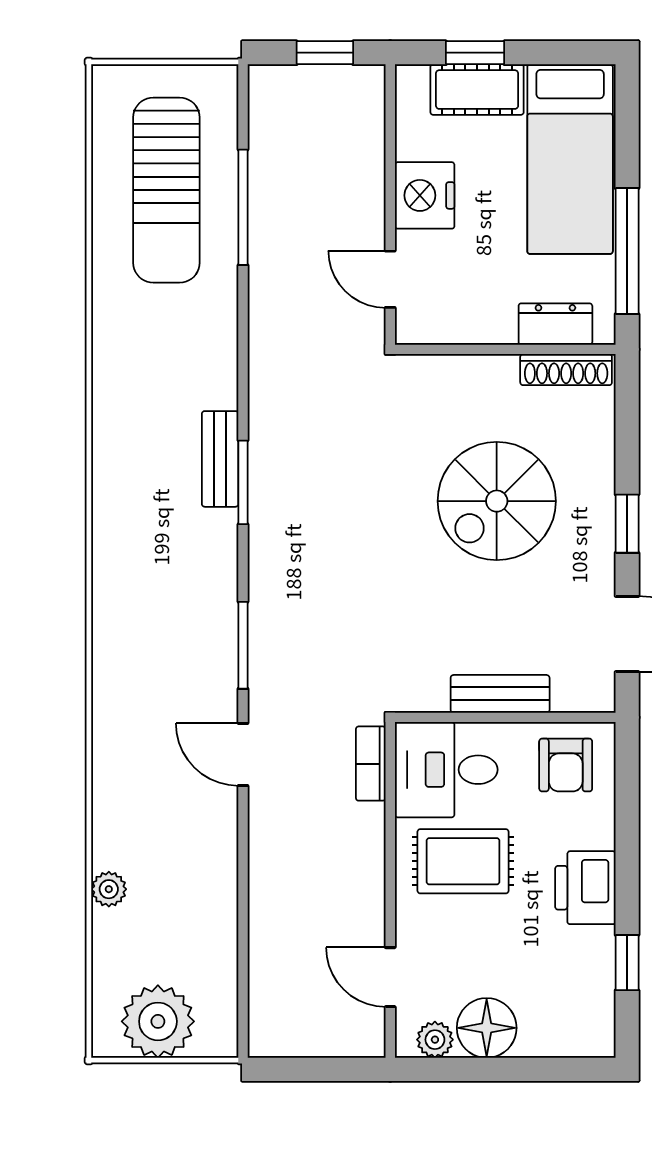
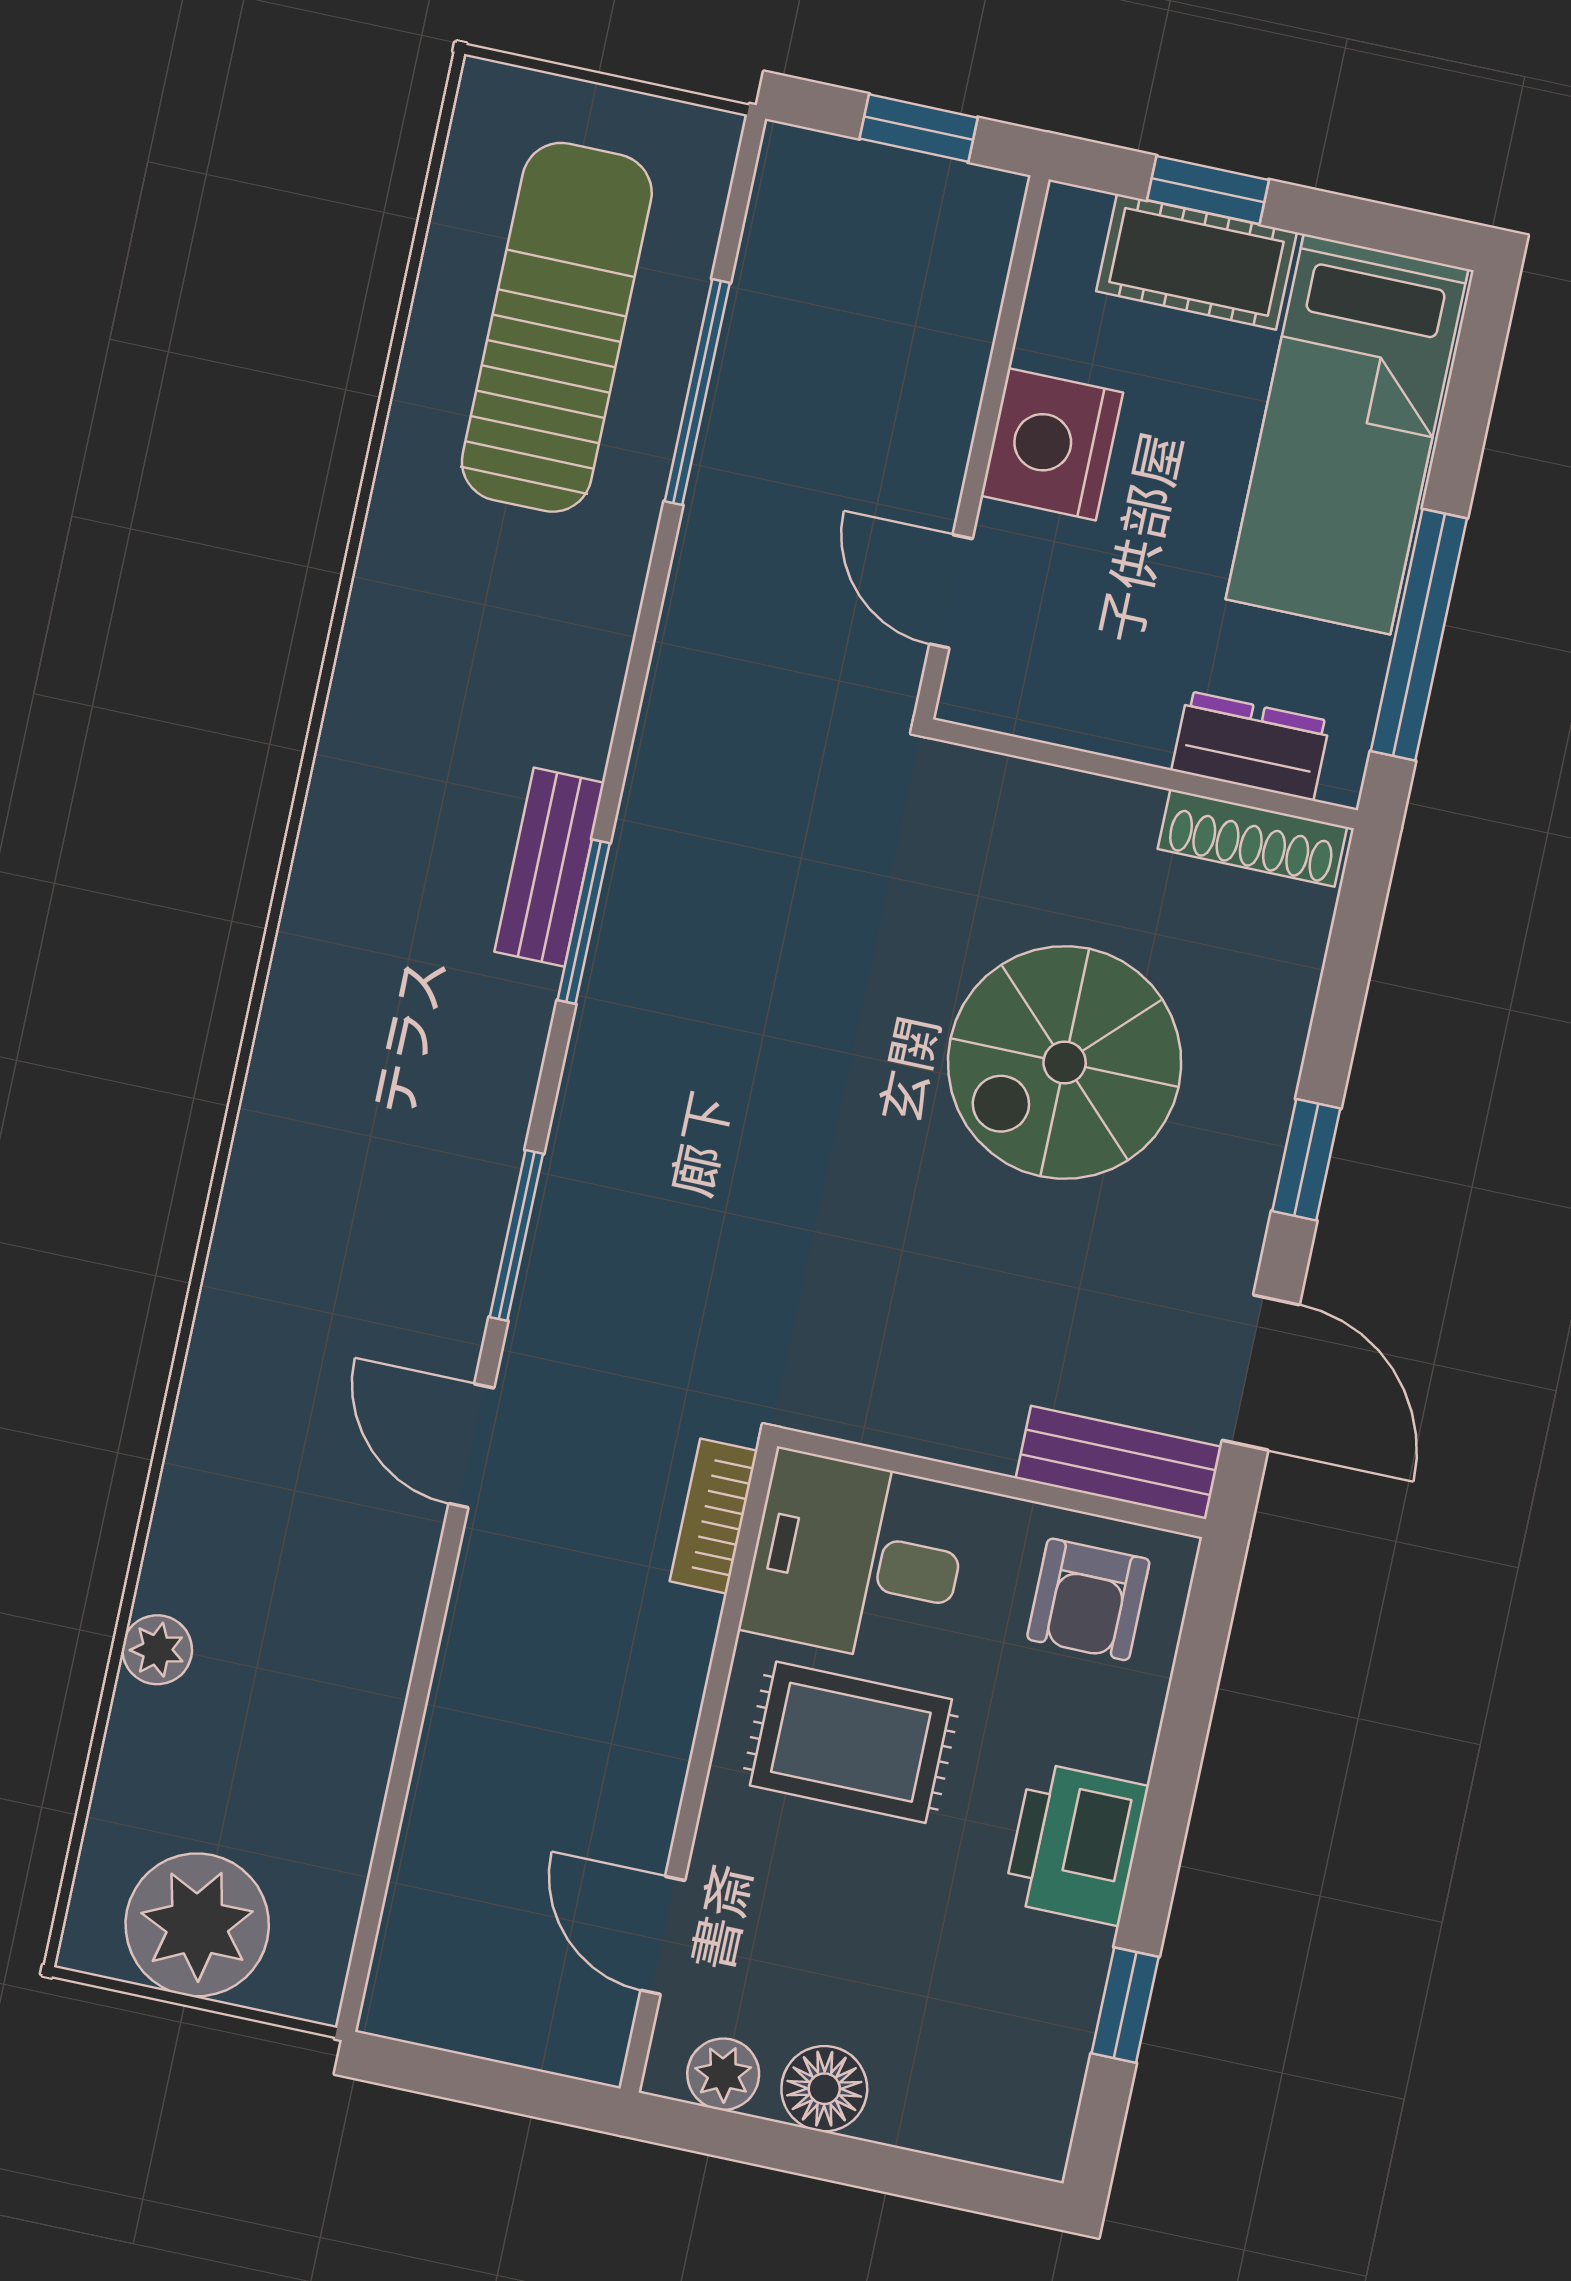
sun lounger: (166, 190) -> (557, 327), turned 180
bench: (500, 694) -> (1119, 1463), moved
floor lamp: (487, 1028) -> (824, 2089), width x0.73, depth x0.73

